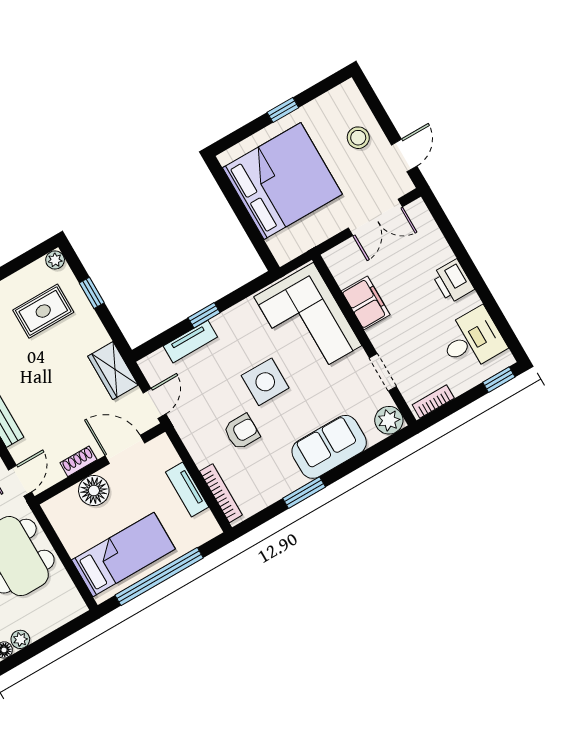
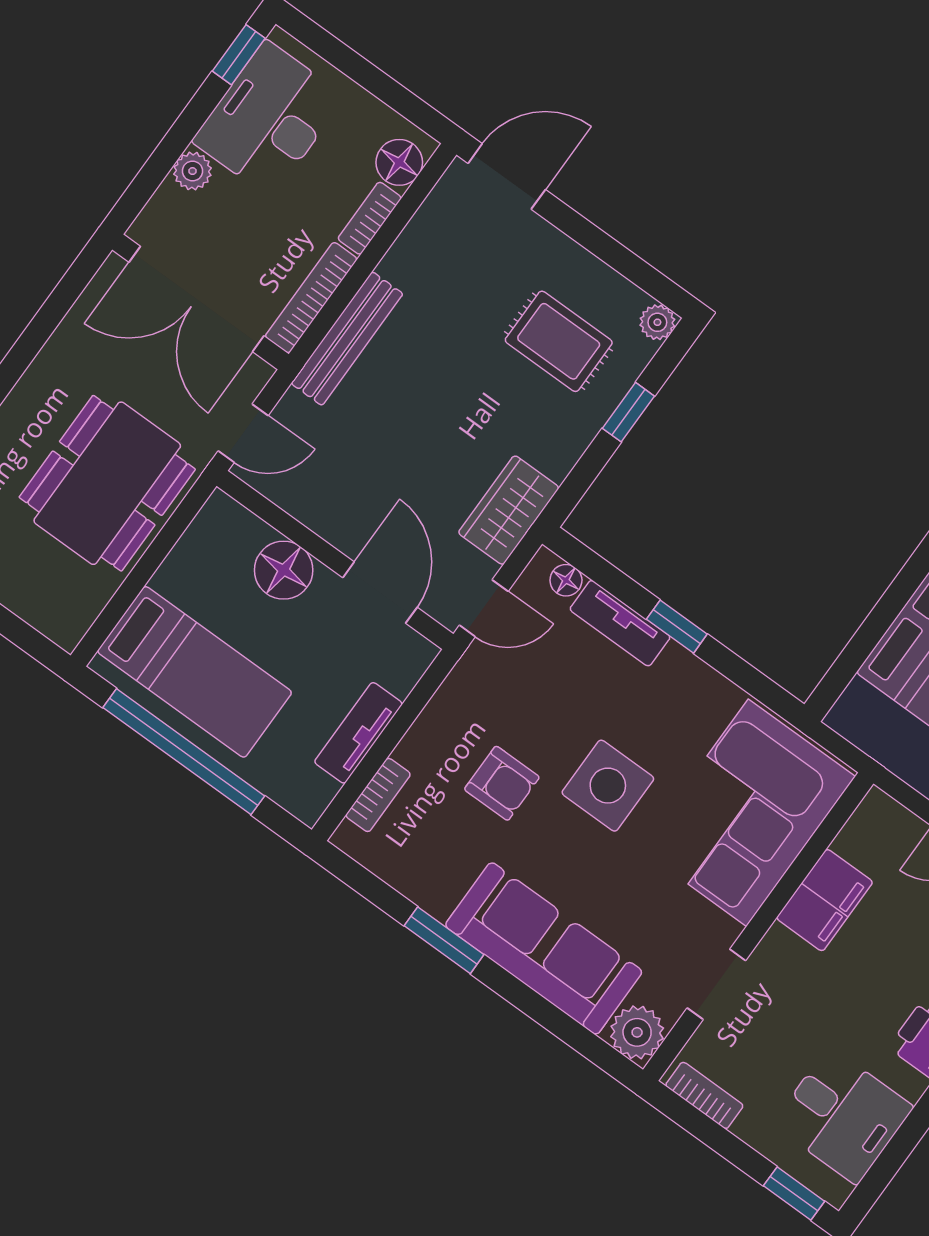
floor lamp: (159, 358) -> (566, 580), added
sofa: (329, 447) -> (544, 948), width x1.36
shoe rack: (78, 461) -> (323, 520), removed
bookcase: (221, 493) -> (378, 795), width x0.64

